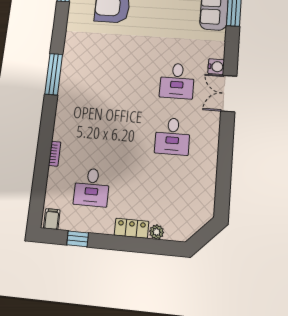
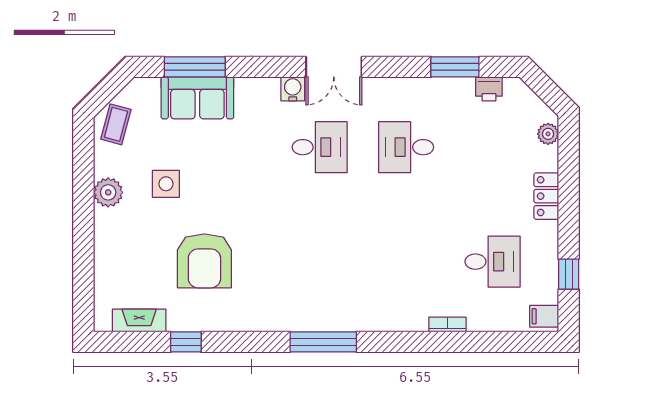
desk: (173, 136) -> (406, 147), turned 180
window: (224, 173) -> (455, 67), added
printer: (207, 195) -> (489, 89), added
plant: (157, 232) -> (548, 134), moved

